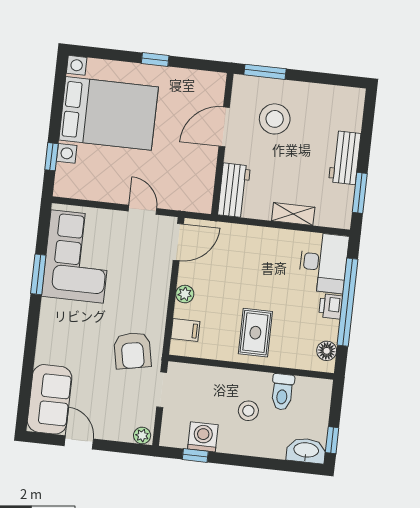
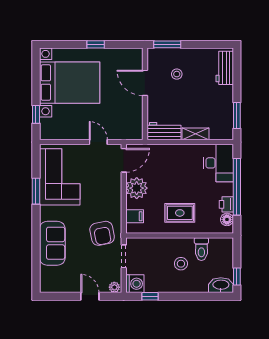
stool: (275, 119) -> (177, 74), width x0.53, depth x0.53
door: (224, 127) -> (145, 83), hinge flipped
workbench: (345, 158) -> (225, 68), moved
workbench: (234, 190) -> (164, 131), moved, turned -90
plant: (185, 294) -> (137, 188), width x1.88, depth x1.88
printer: (331, 306) -> (226, 204), moved
rug: (255, 333) -> (180, 213), turned 90
sofa: (50, 399) -> (52, 243), moved
washing machine: (203, 437) -> (135, 284), moved, turned 90
door: (79, 442) -> (90, 296), moved

